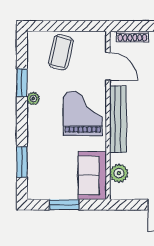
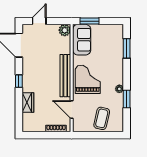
grand piano: (83, 113) -> (88, 79), turned 180
plant: (119, 173) -> (65, 30), moved
window: (64, 205) -> (89, 21), moved

